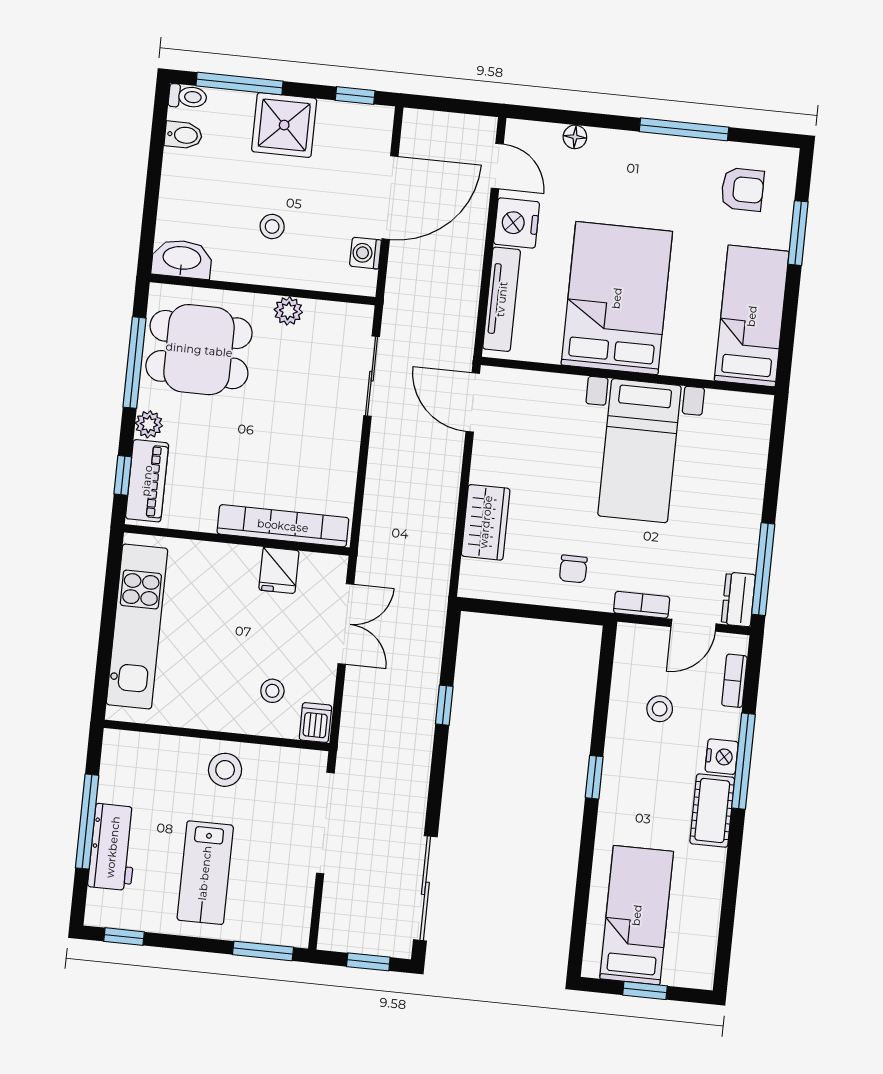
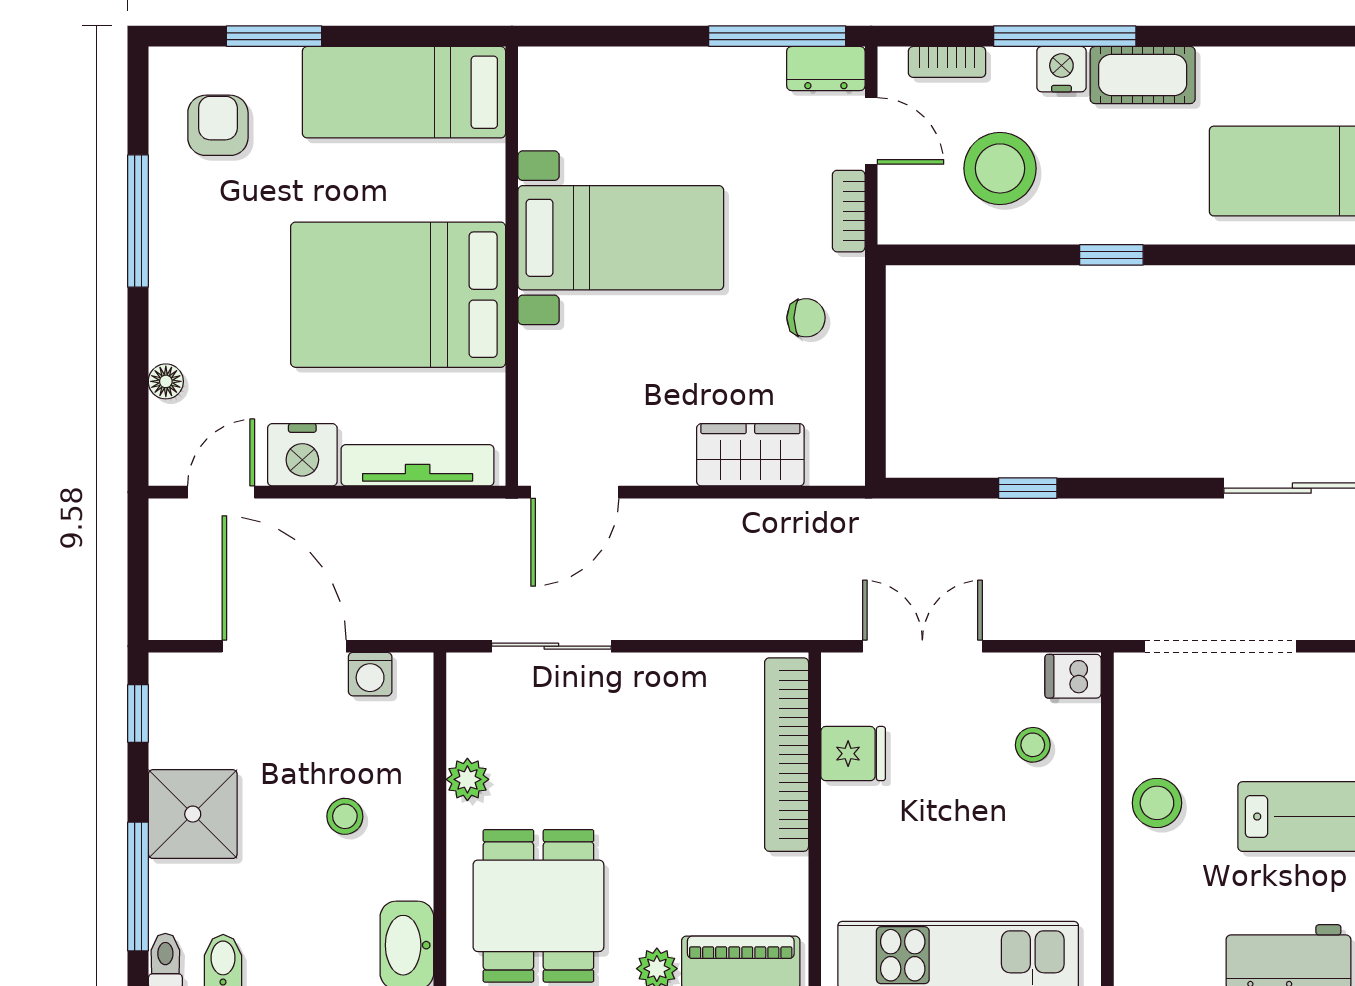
stool: (660, 709) -> (1000, 168), width x1.89, depth x1.89

